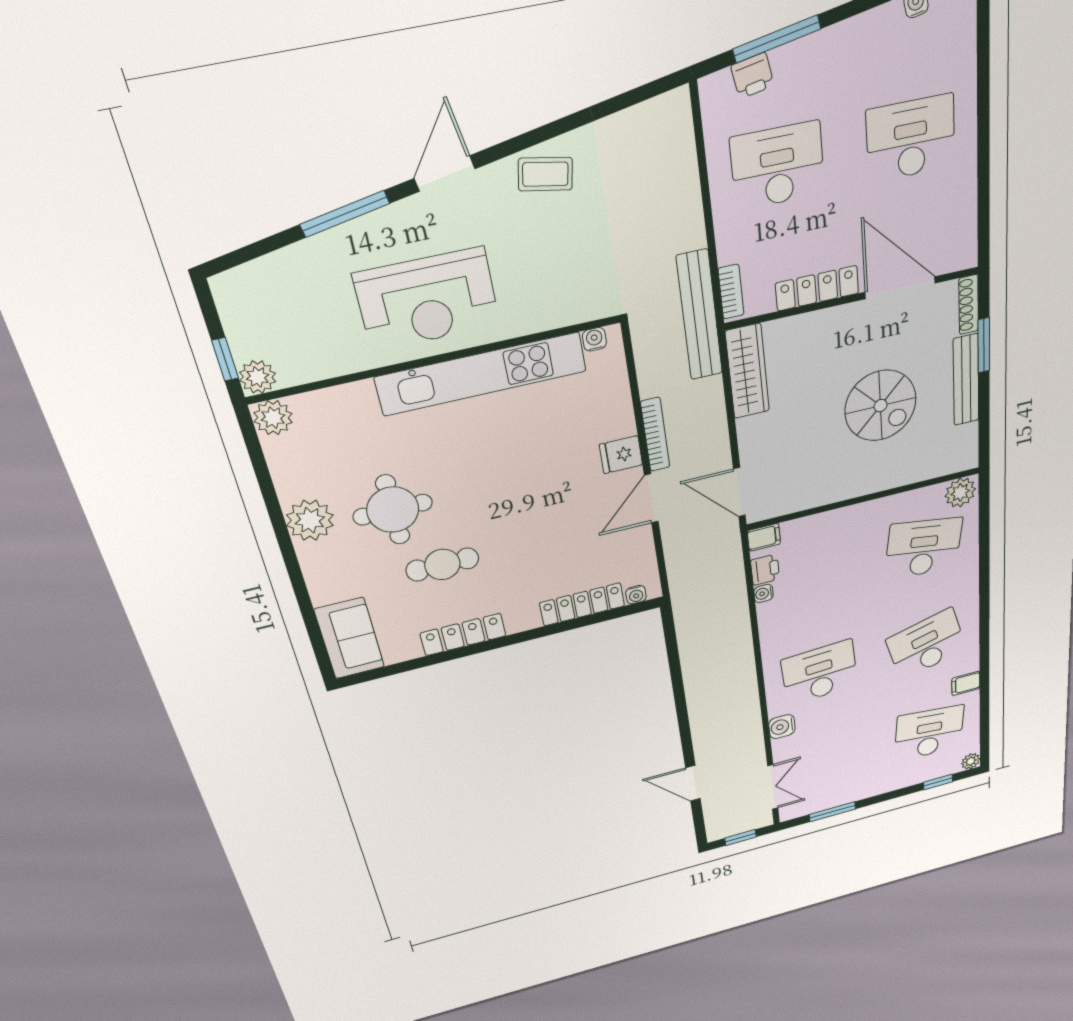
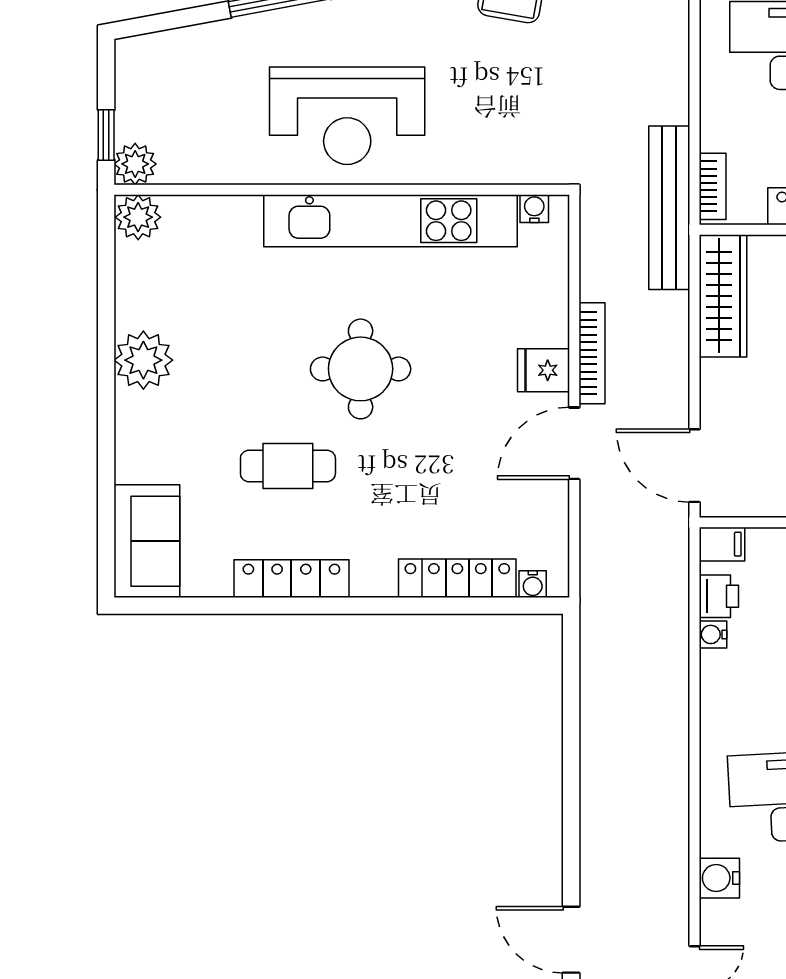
round table: (393, 510) -> (361, 369), moved

